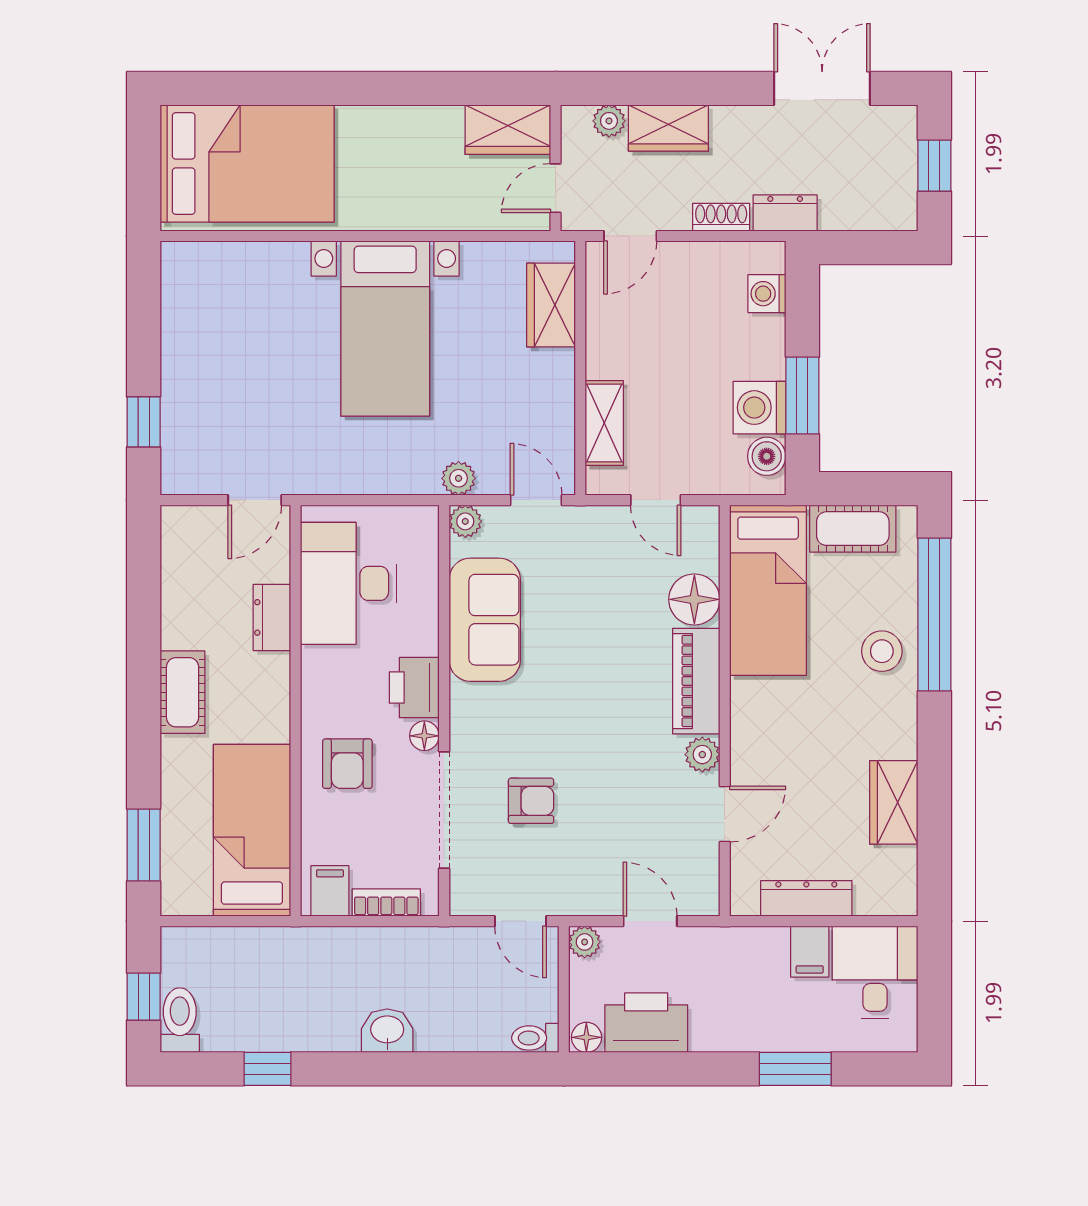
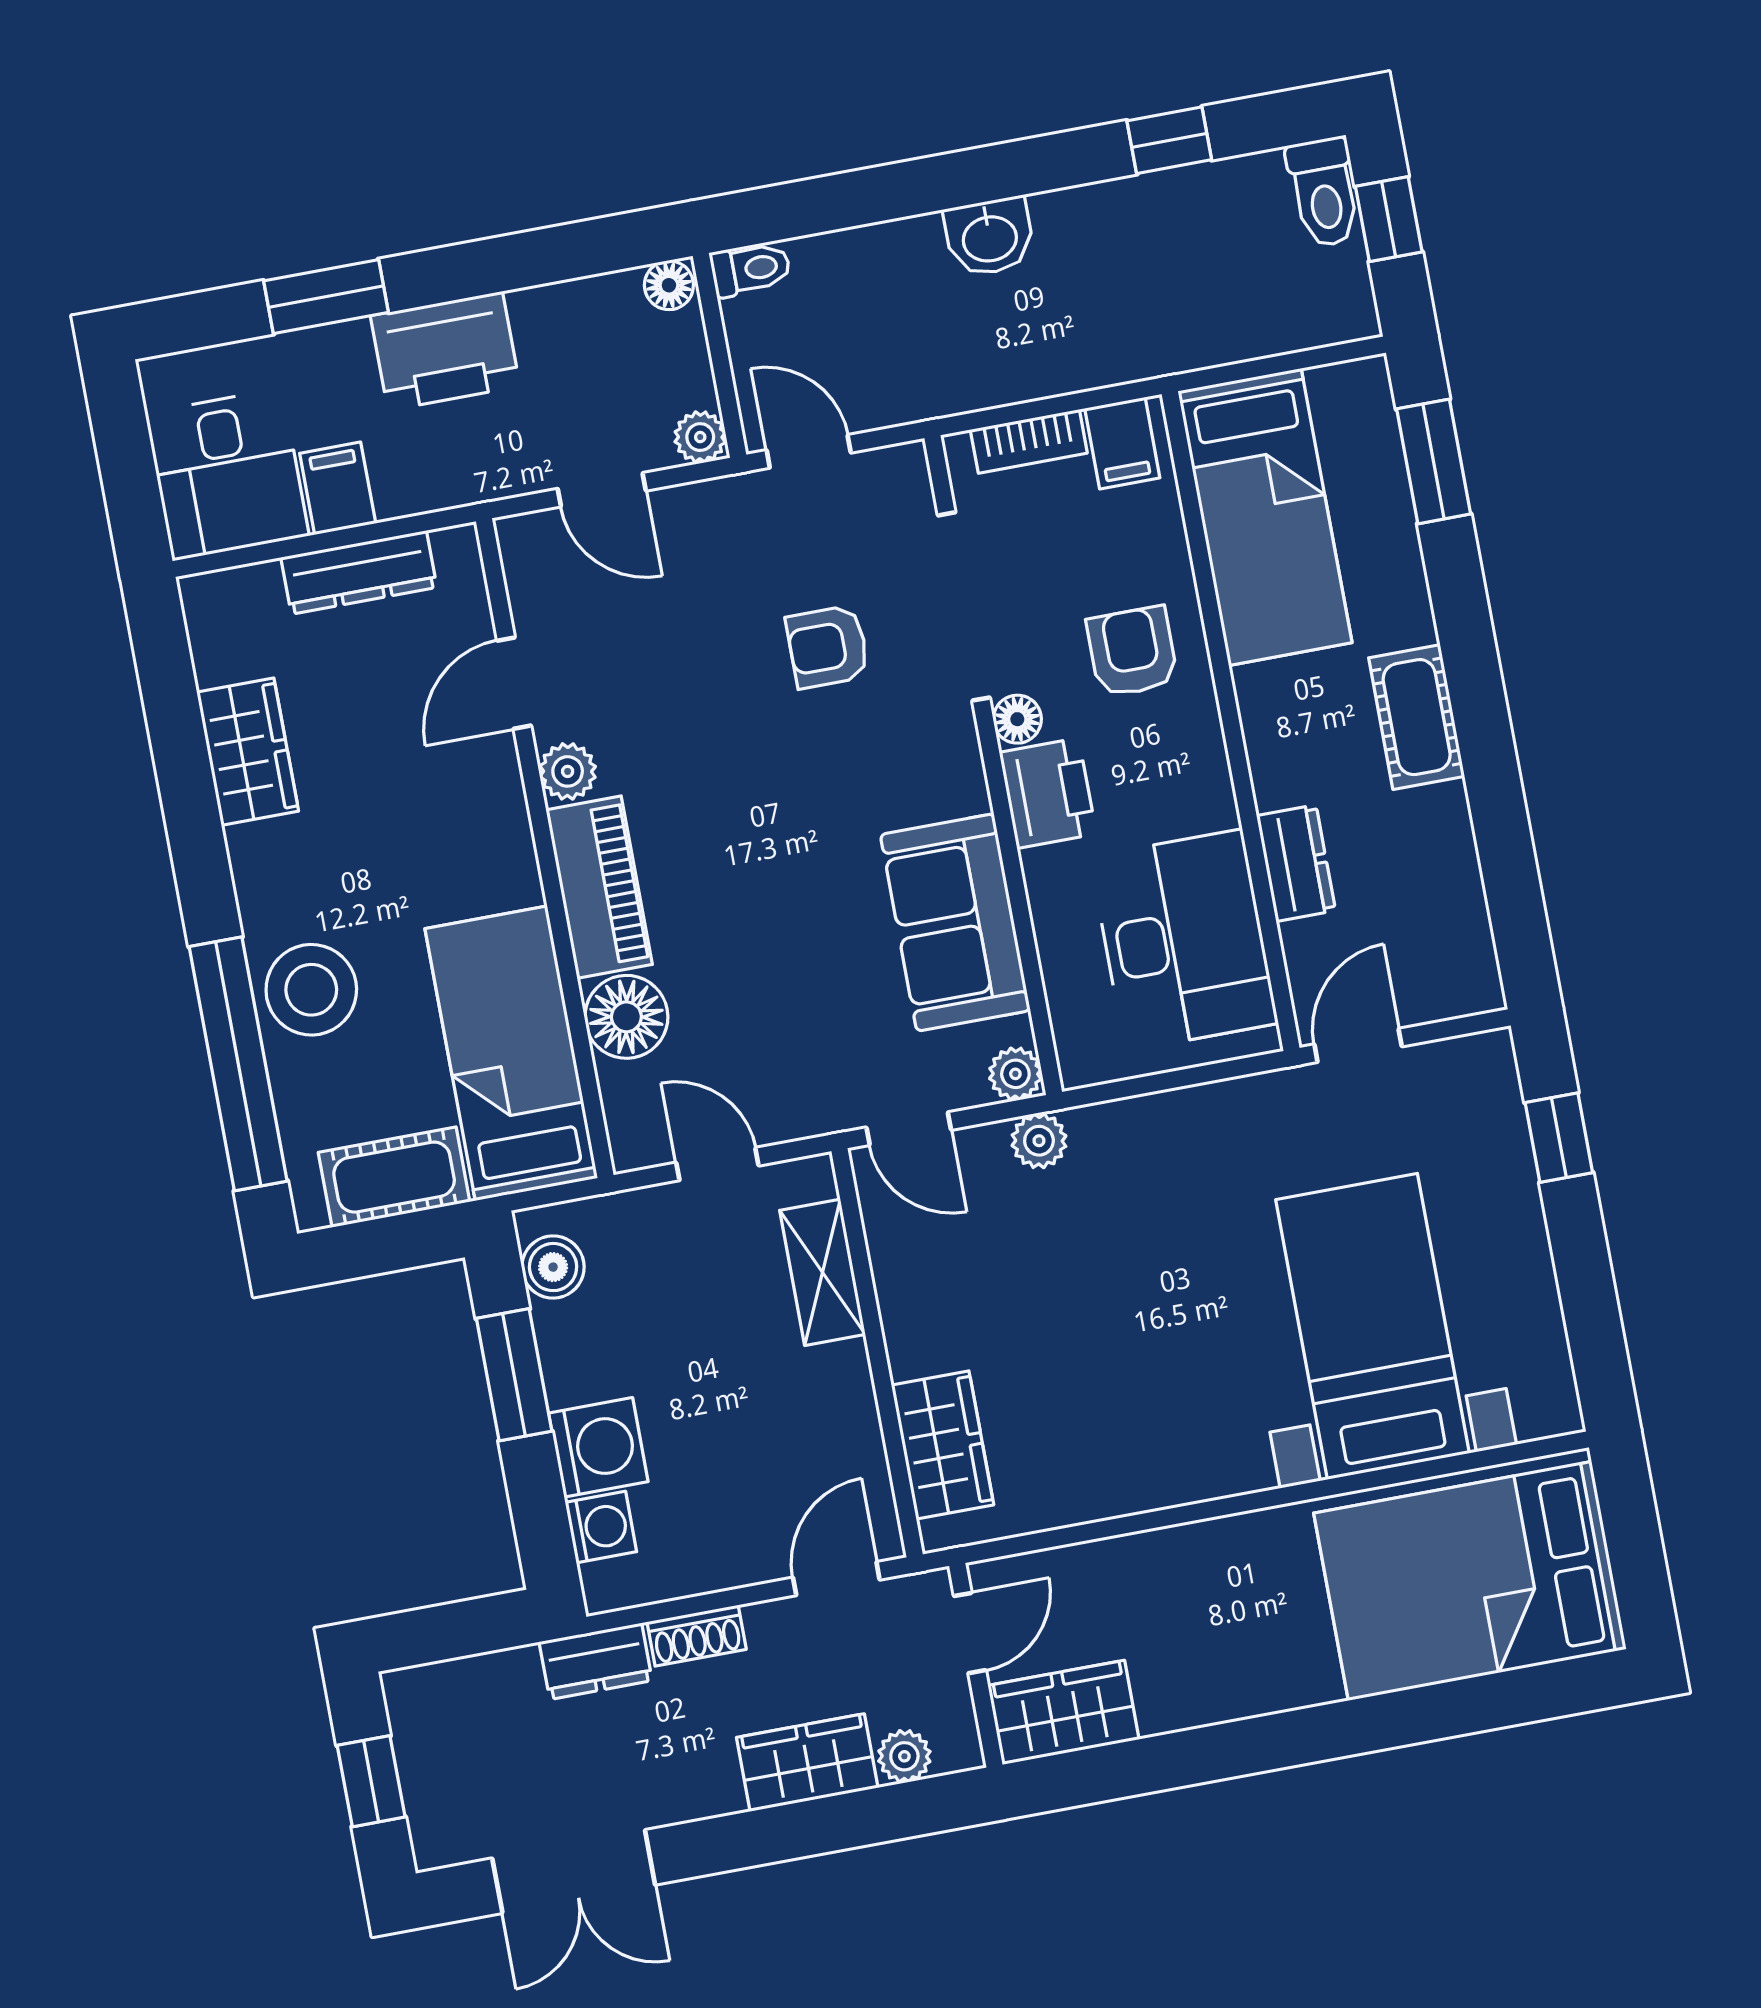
bed with nightstands: (385, 329) -> (1372, 1326), moved
washing machine: (760, 408) -> (598, 1447), moved
stool: (882, 651) -> (311, 990), width x1.38, depth x1.38
printer: (646, 1023) -> (445, 351), moved

